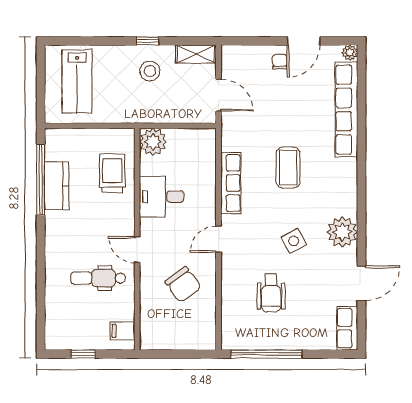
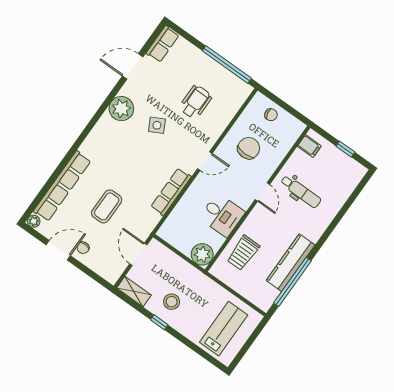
coffee table: (288, 168) -> (107, 206), moved
kitchen counter: (57, 186) -> (291, 263), width x1.50
chair: (183, 284) -> (249, 148), turned 36
chair: (185, 335) -> (271, 115), added

